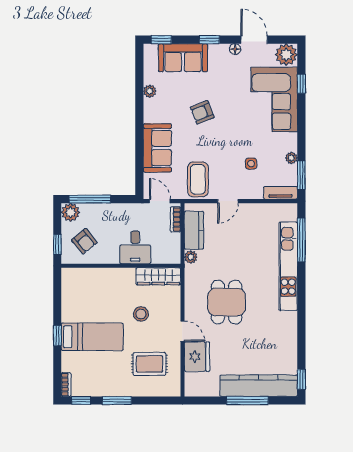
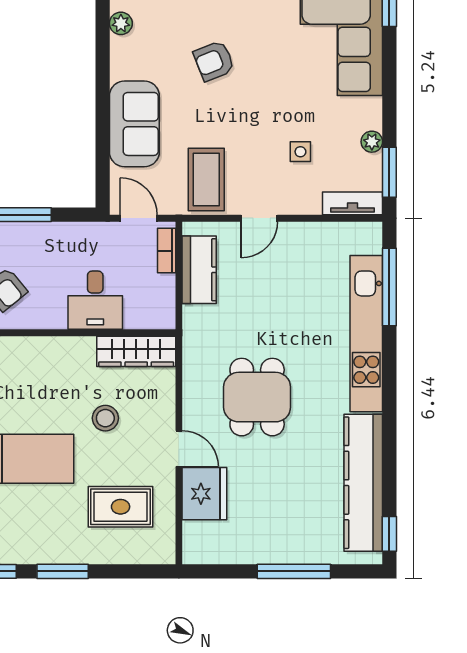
plant: (191, 257) -> (194, 317), removed
kitchen counter: (259, 386) -> (363, 483), moved, turned -90

